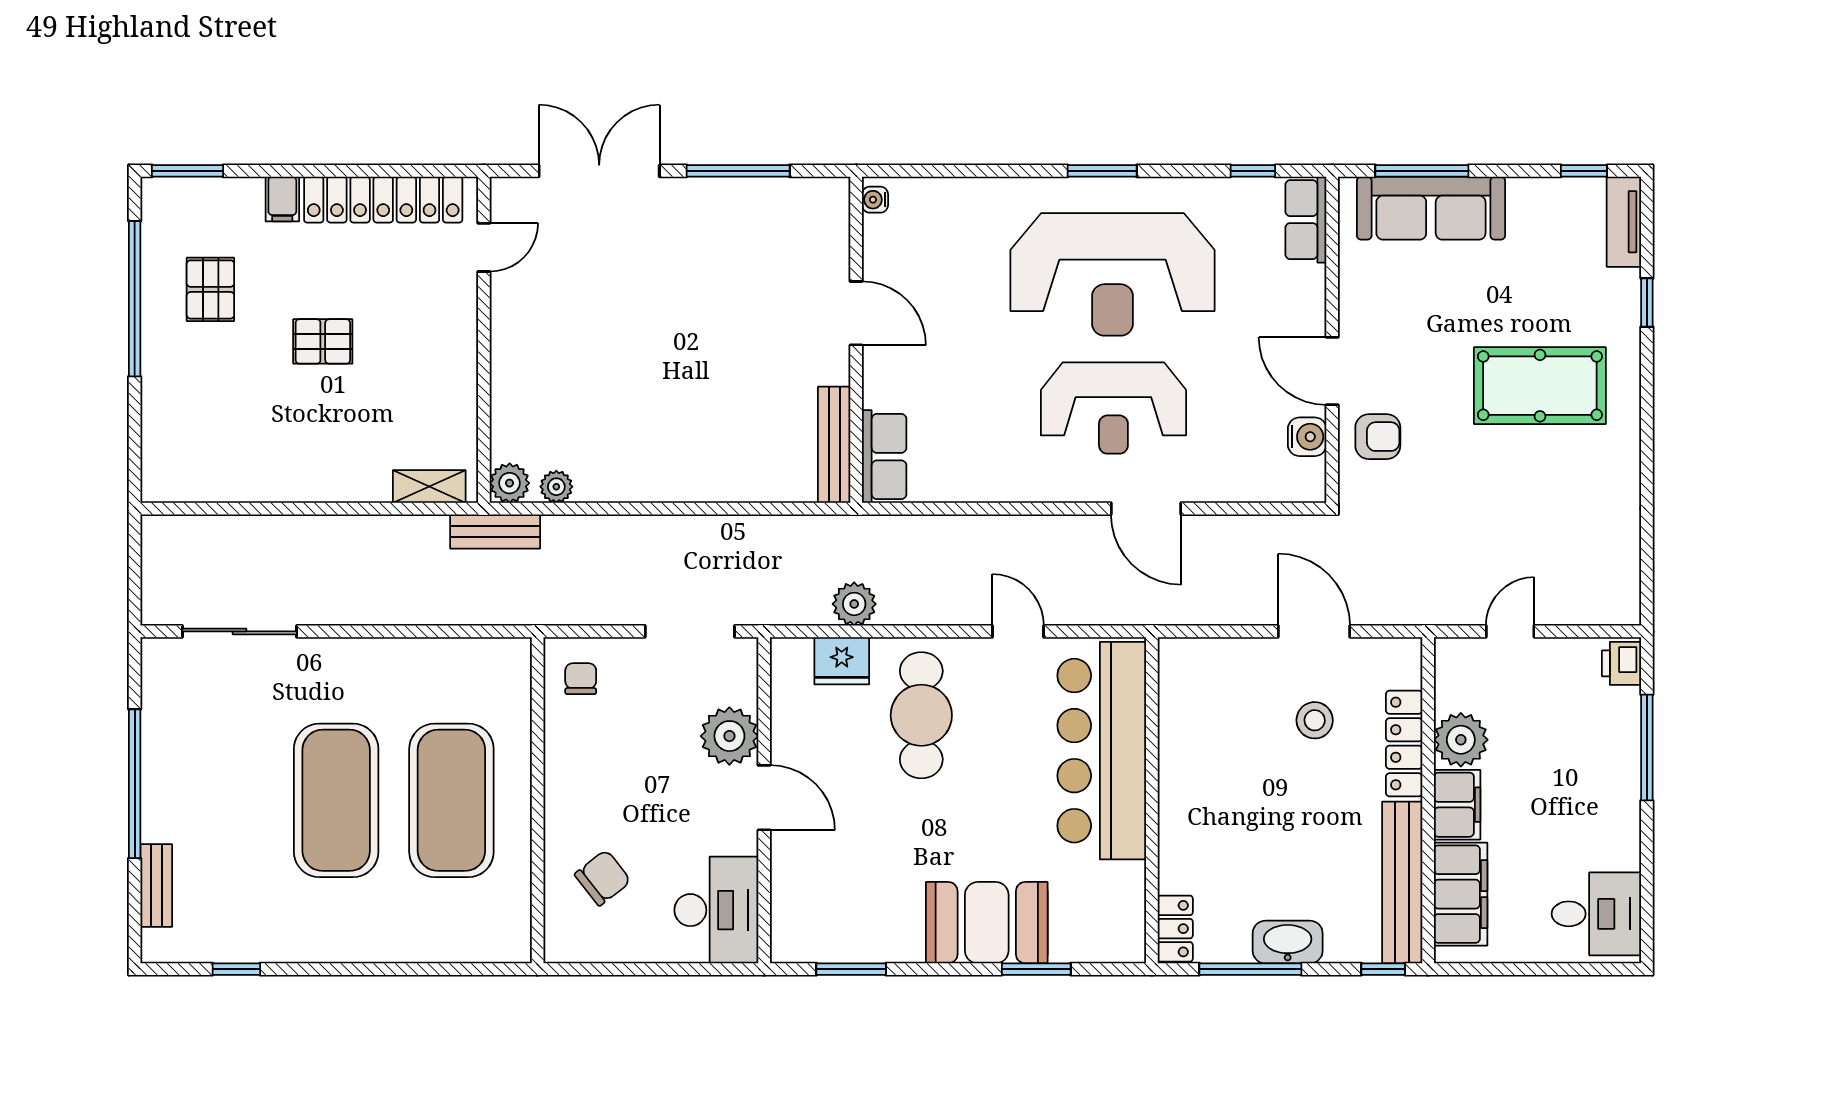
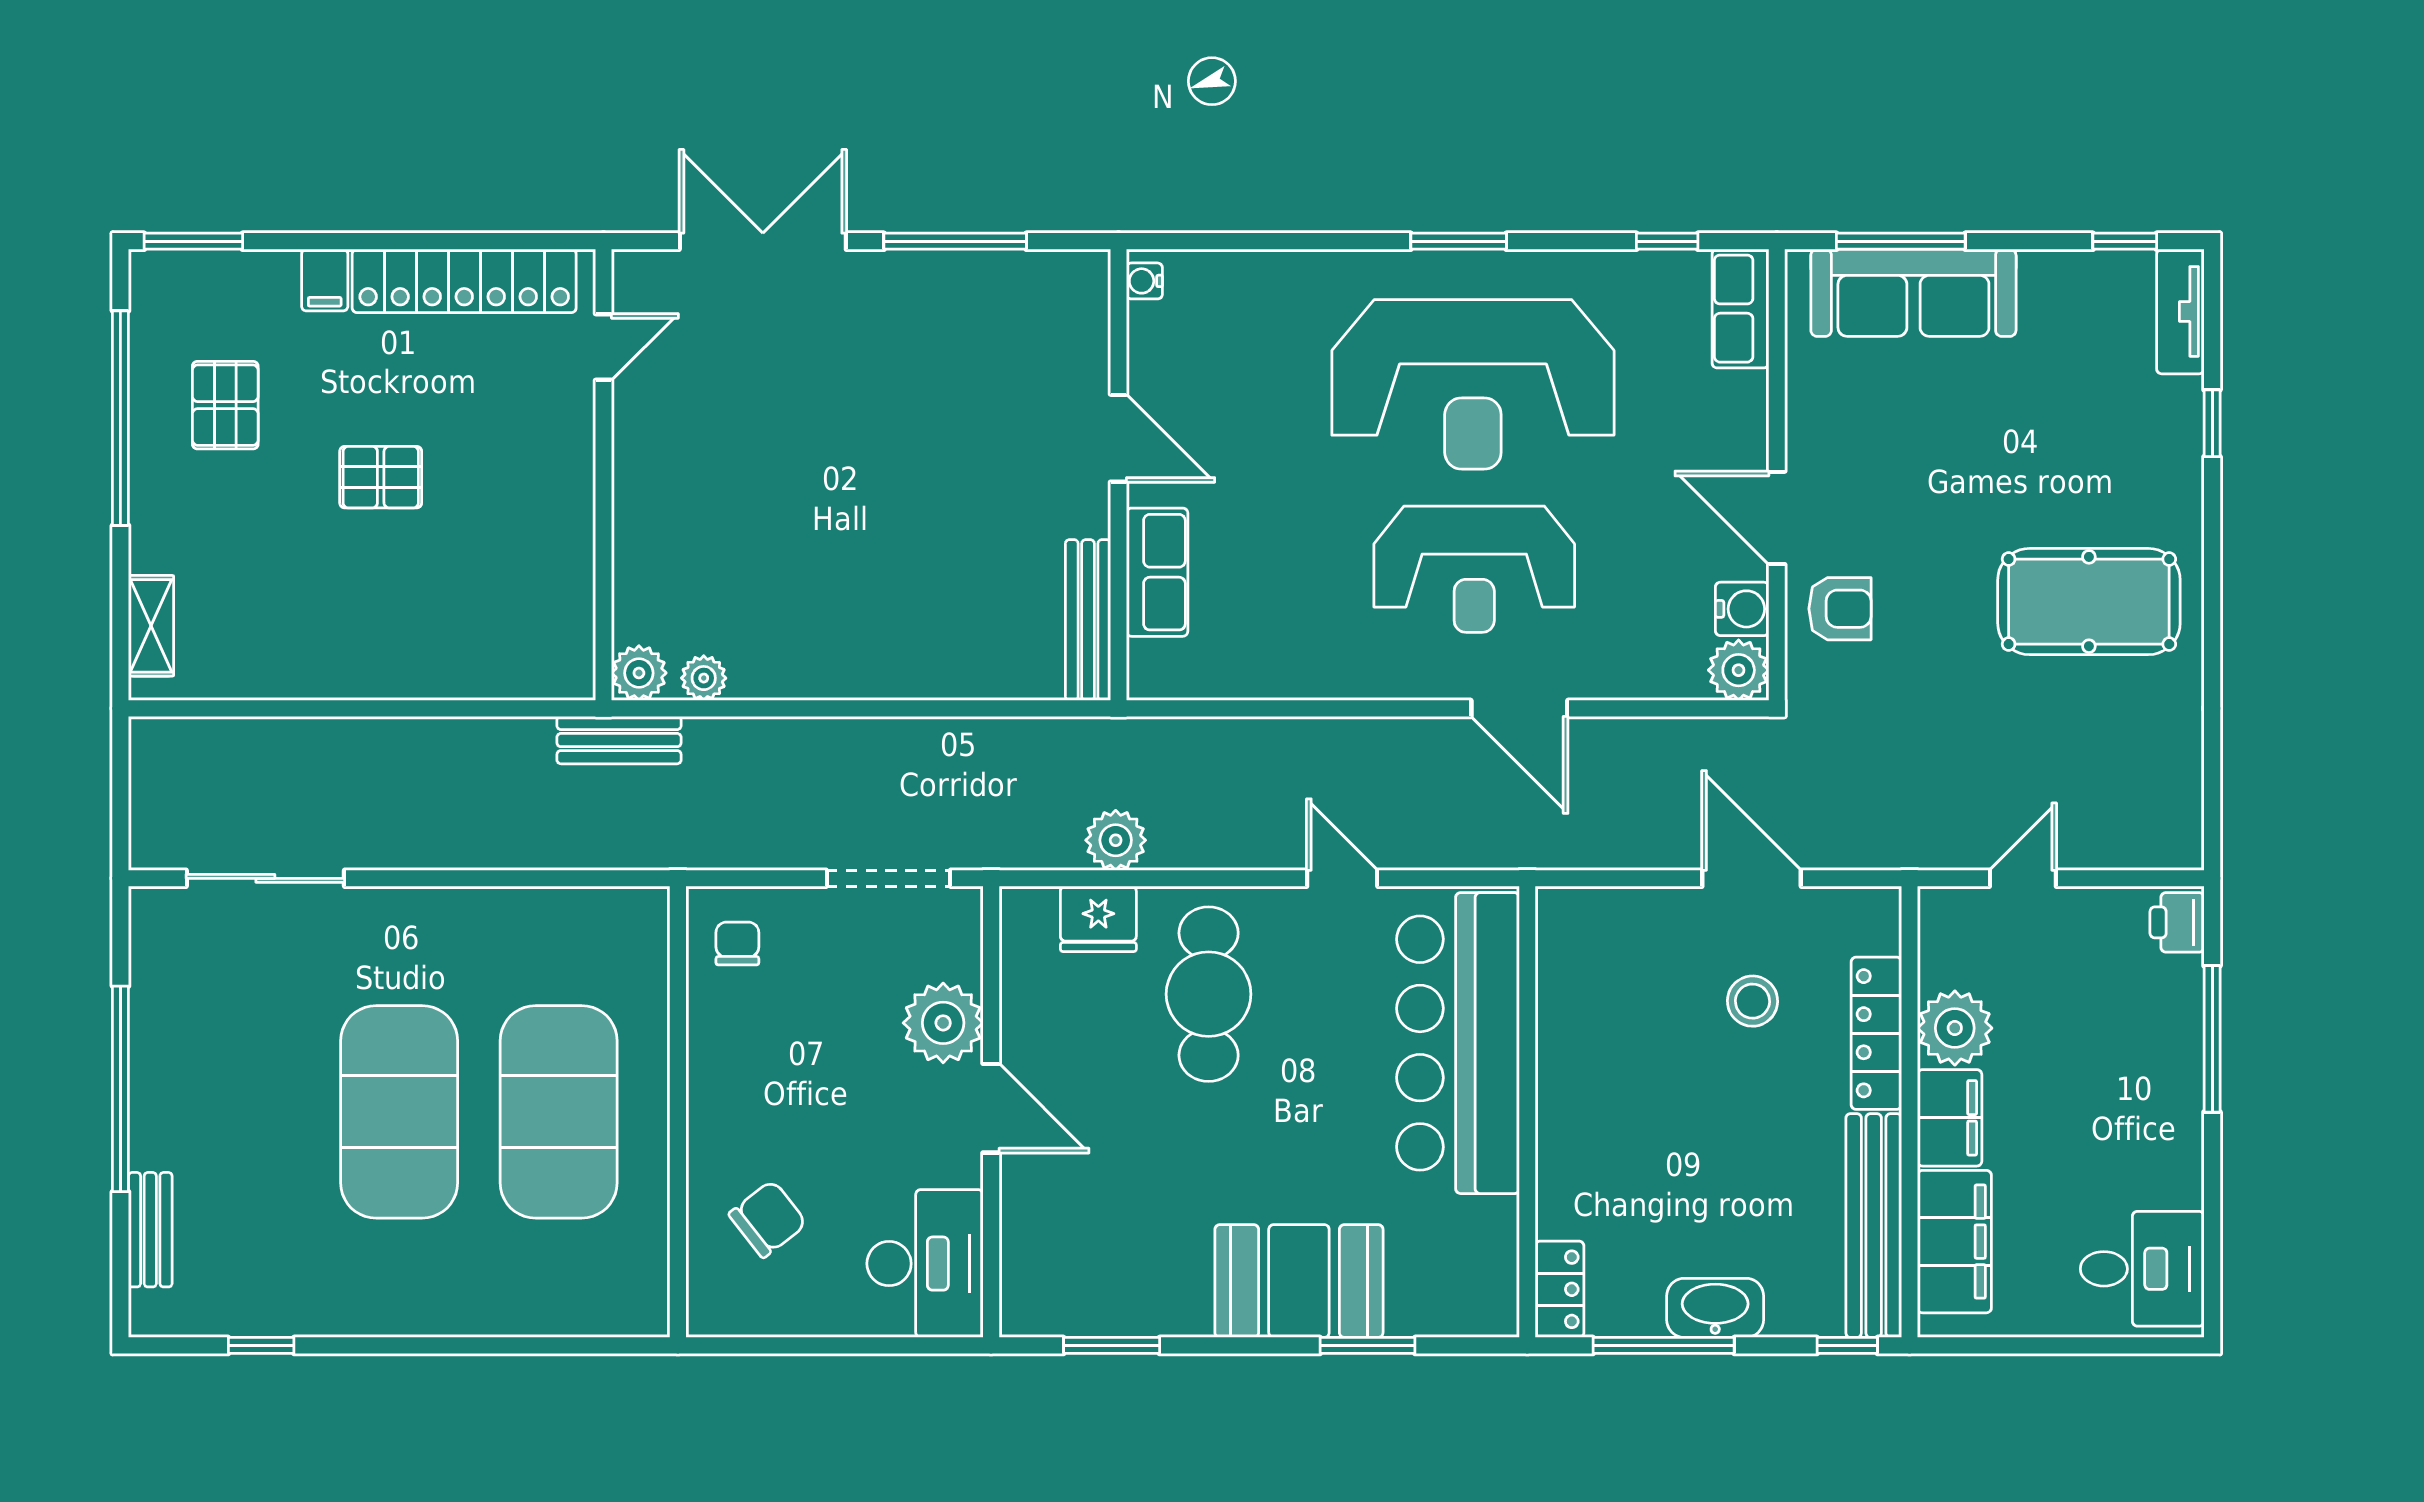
pool table: (1540, 386) -> (2089, 602), moved
row of seats: (884, 457) -> (1157, 572), moved
plant: (1305, 481) -> (1739, 670), added
shelving: (429, 487) -> (151, 626), moved, turned 90

